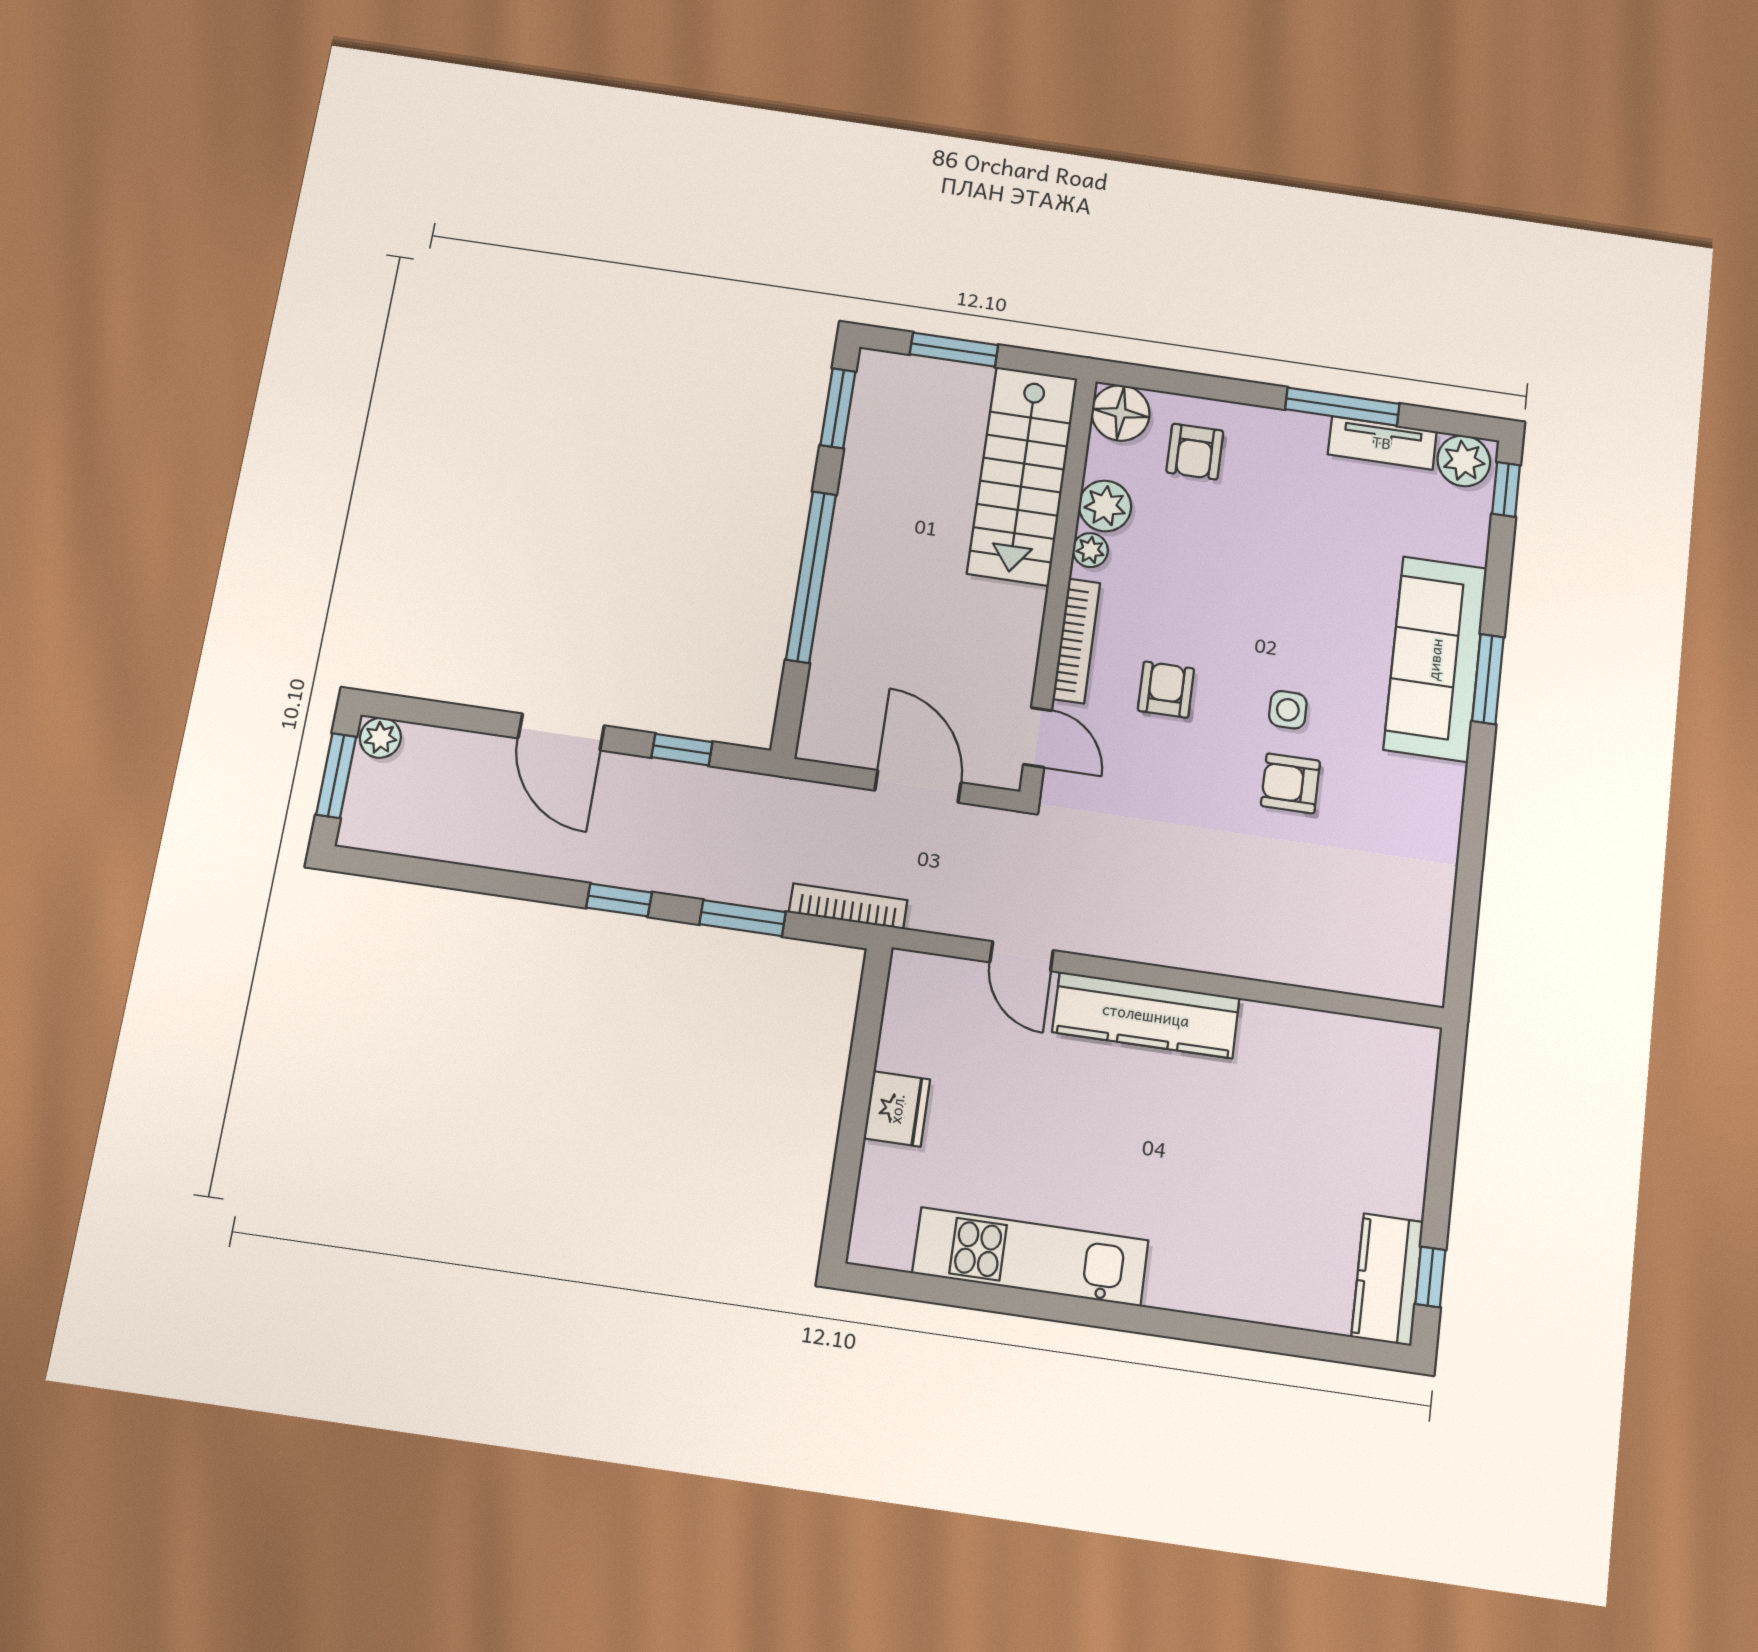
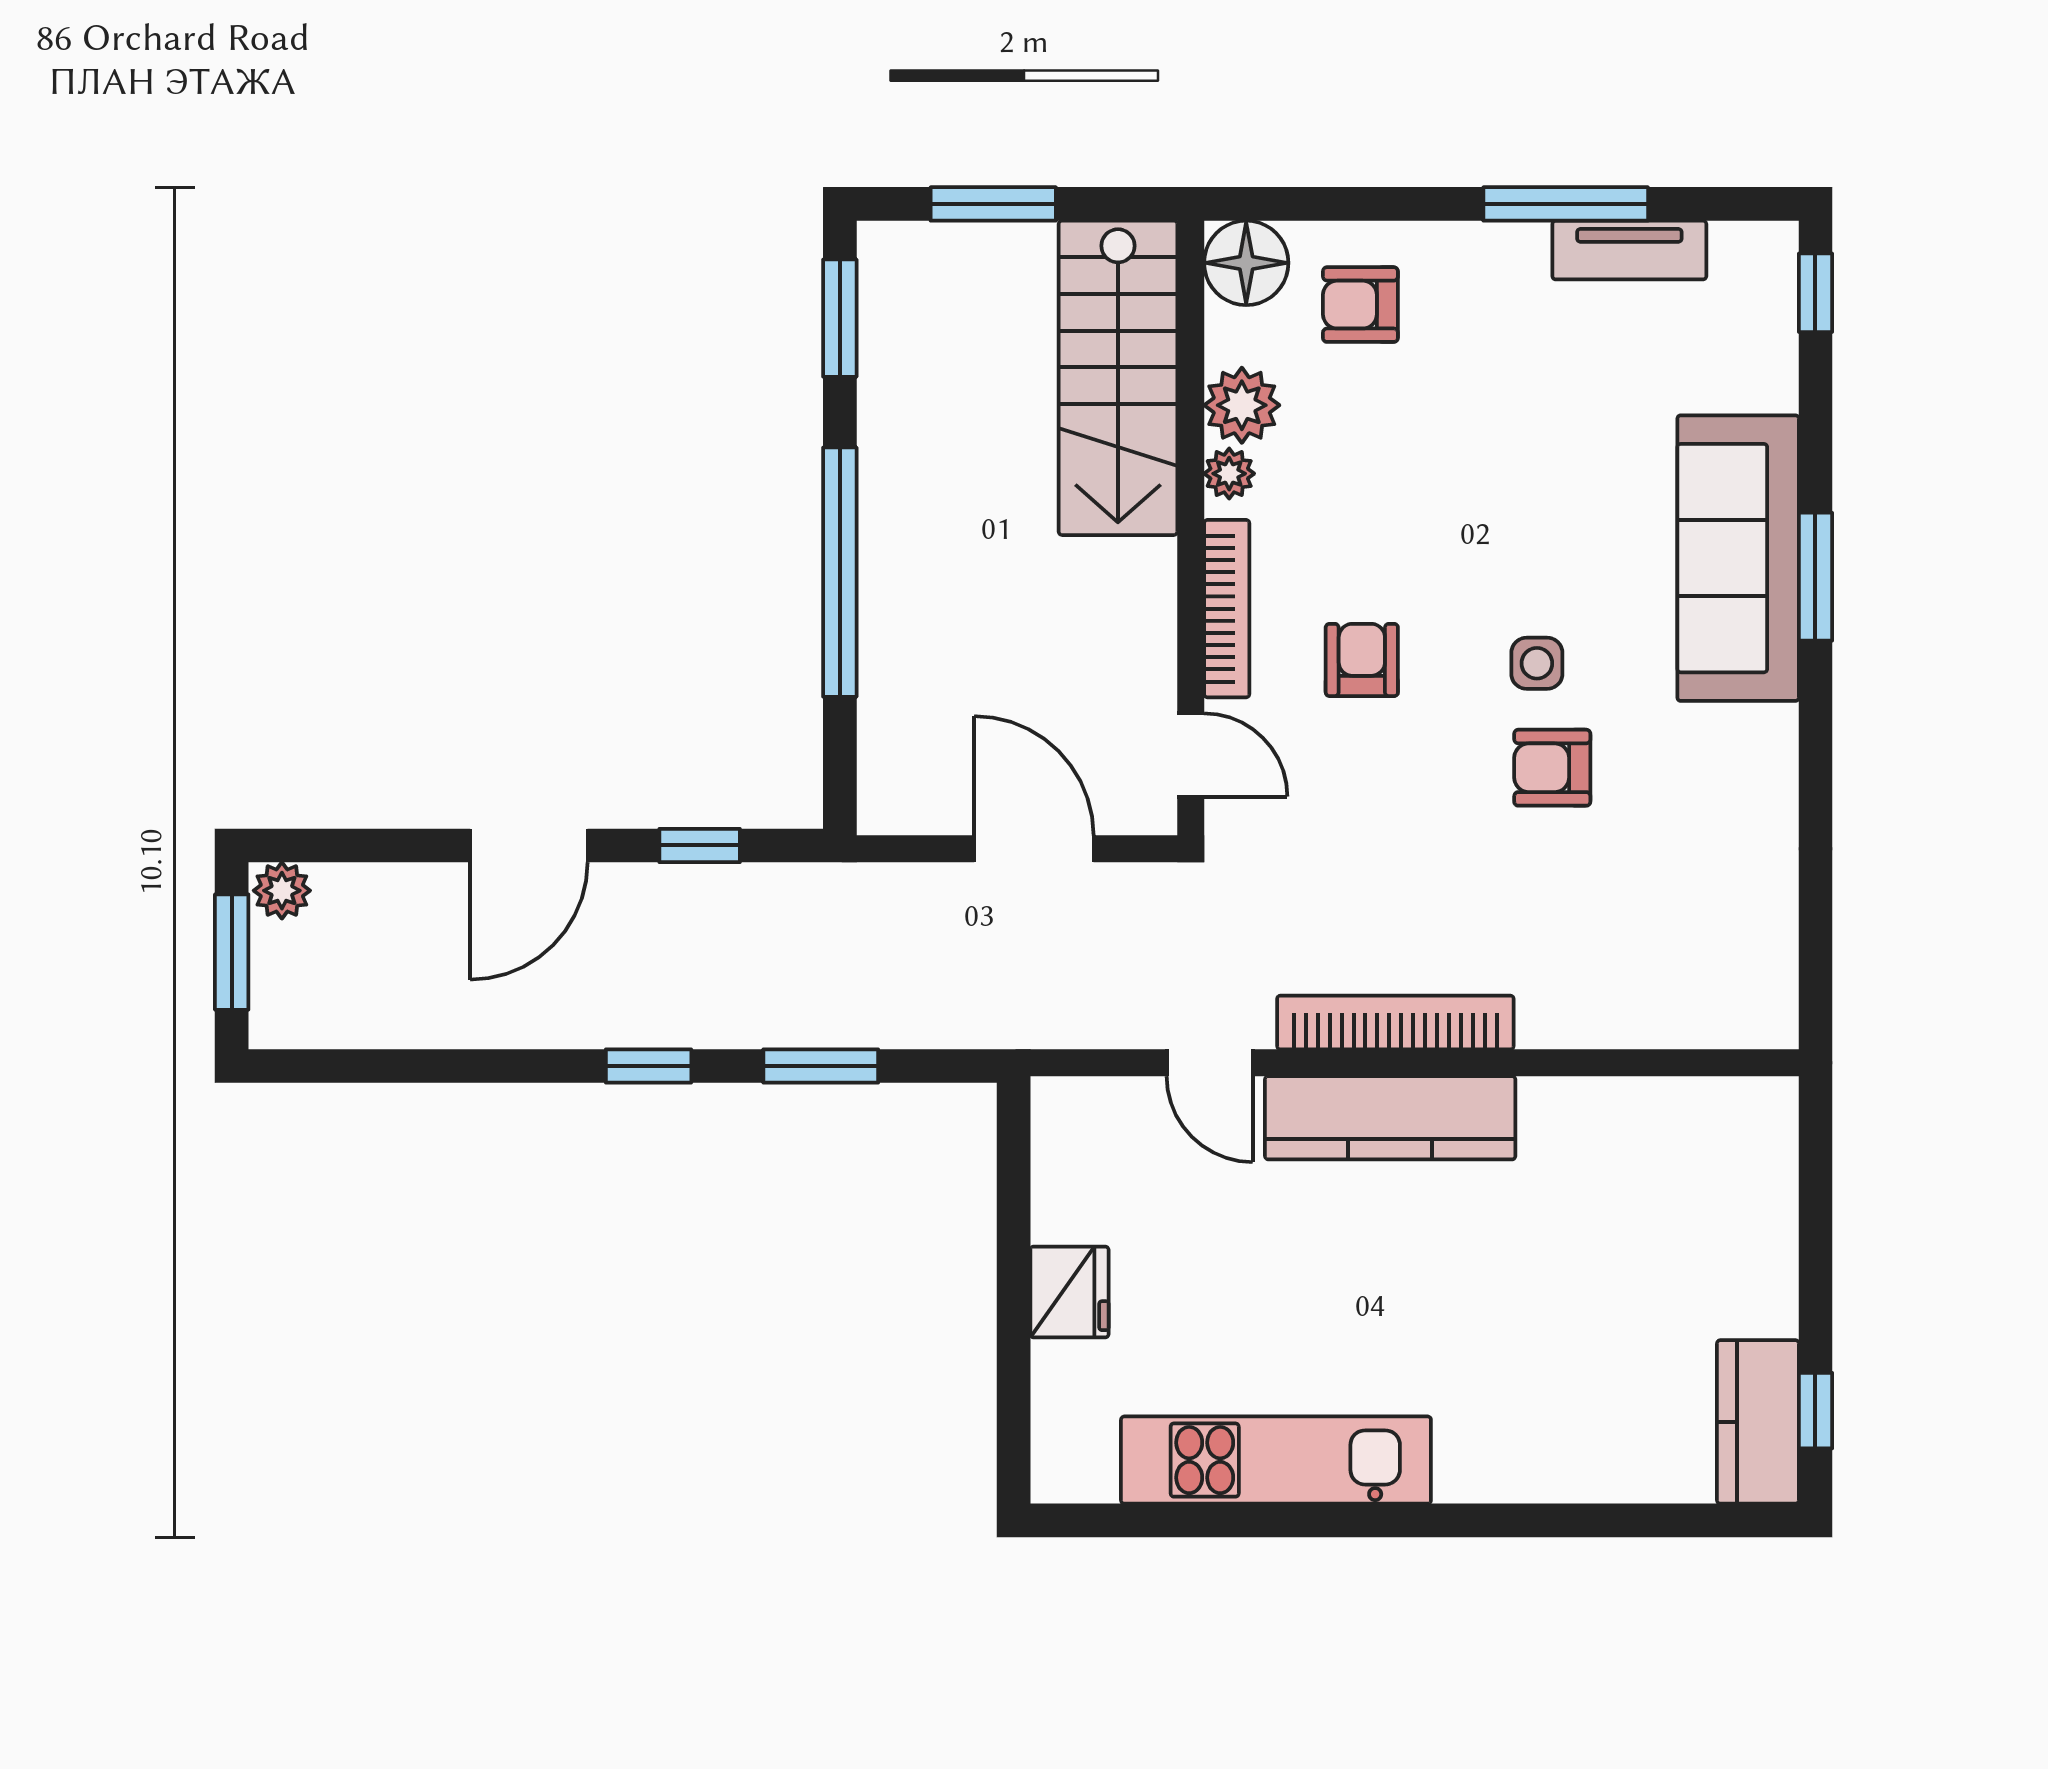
armchair: (1195, 452) -> (1360, 305), turned 90
plant: (1464, 461) -> (1750, 259), removed
door: (561, 732) -> (529, 845), hinge flipped
bookcase: (848, 906) -> (1395, 1022), moved, width x1.48, depth x1.31

